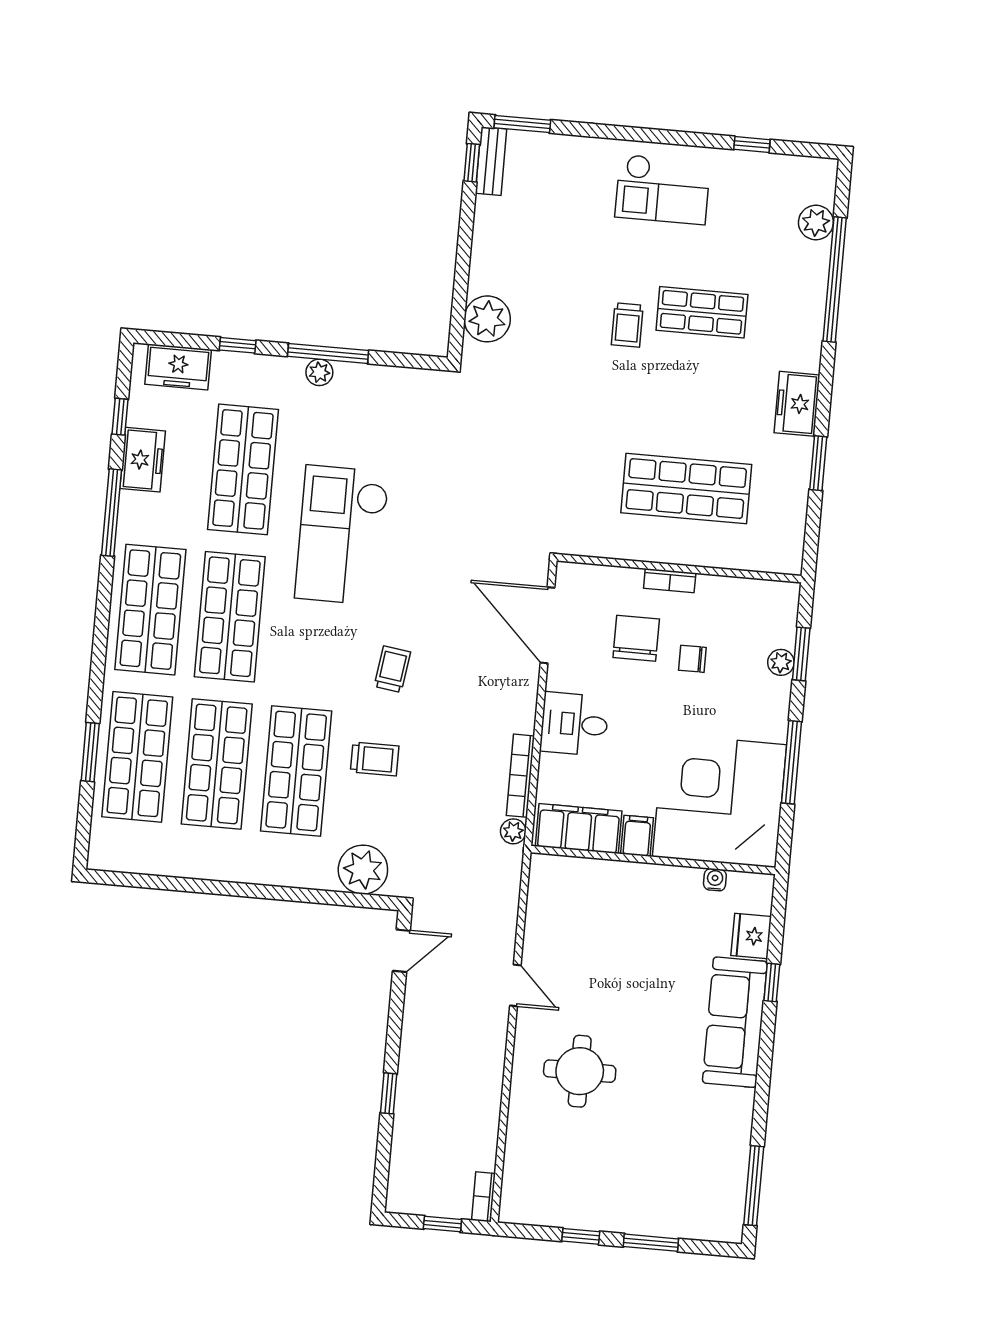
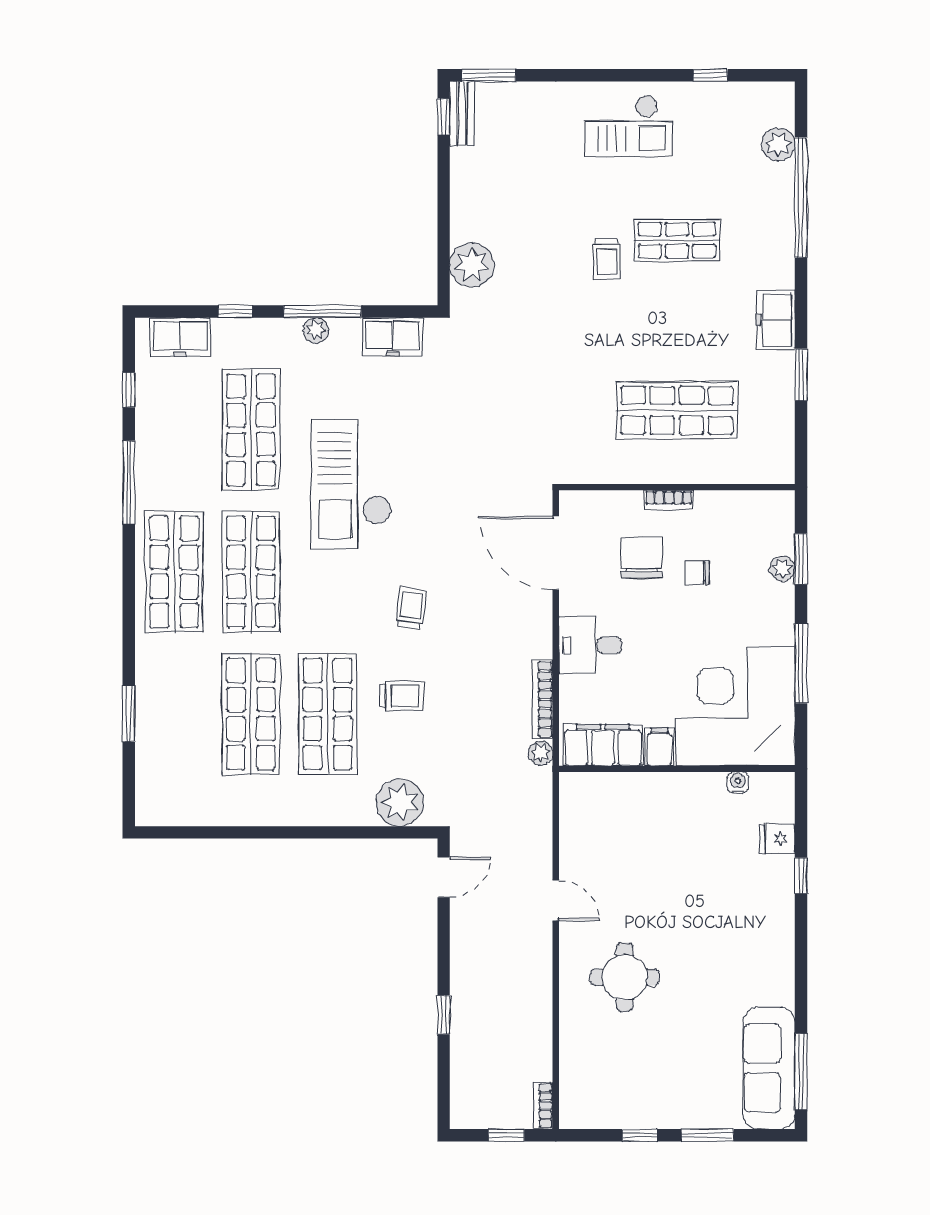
freezer: (143, 460) -> (393, 337), moved, turned 90
shop shelf: (137, 757) -> (174, 714), removed
fridge: (751, 936) -> (777, 839), width x0.72
sofa: (735, 1022) -> (769, 1068), moved

